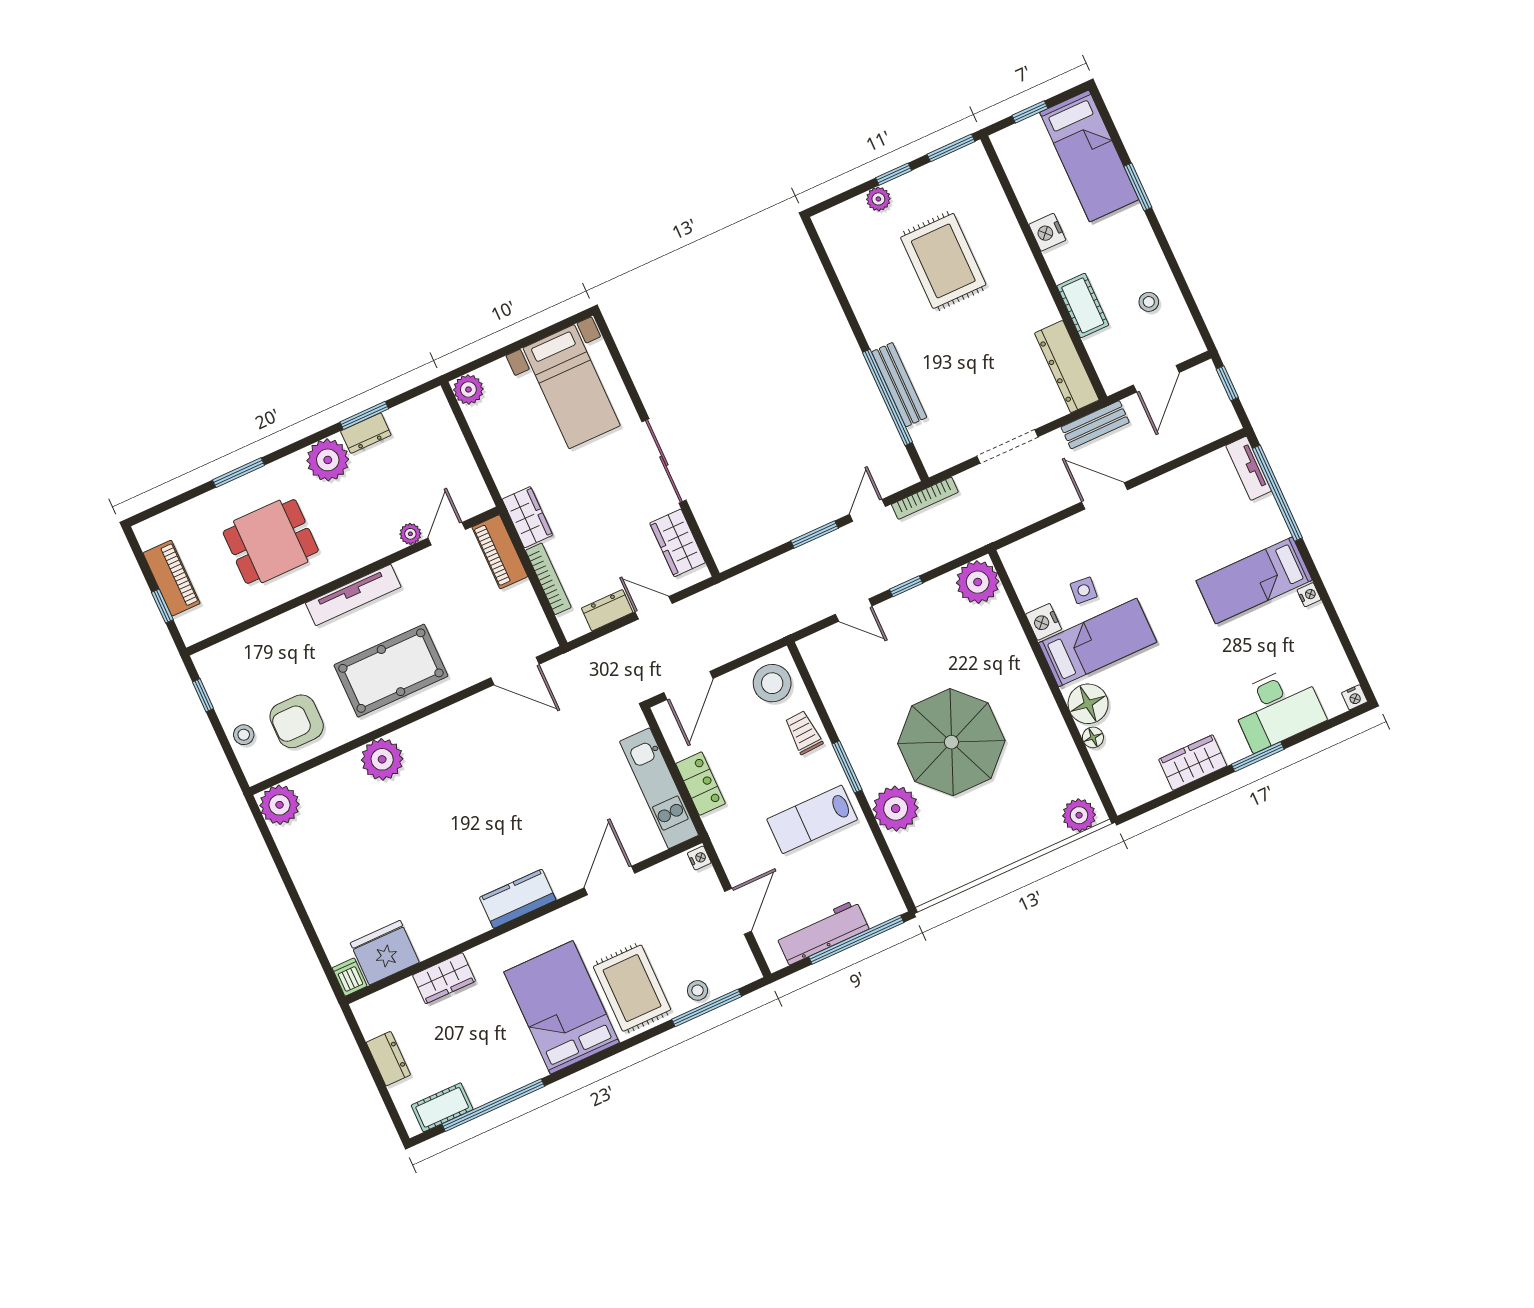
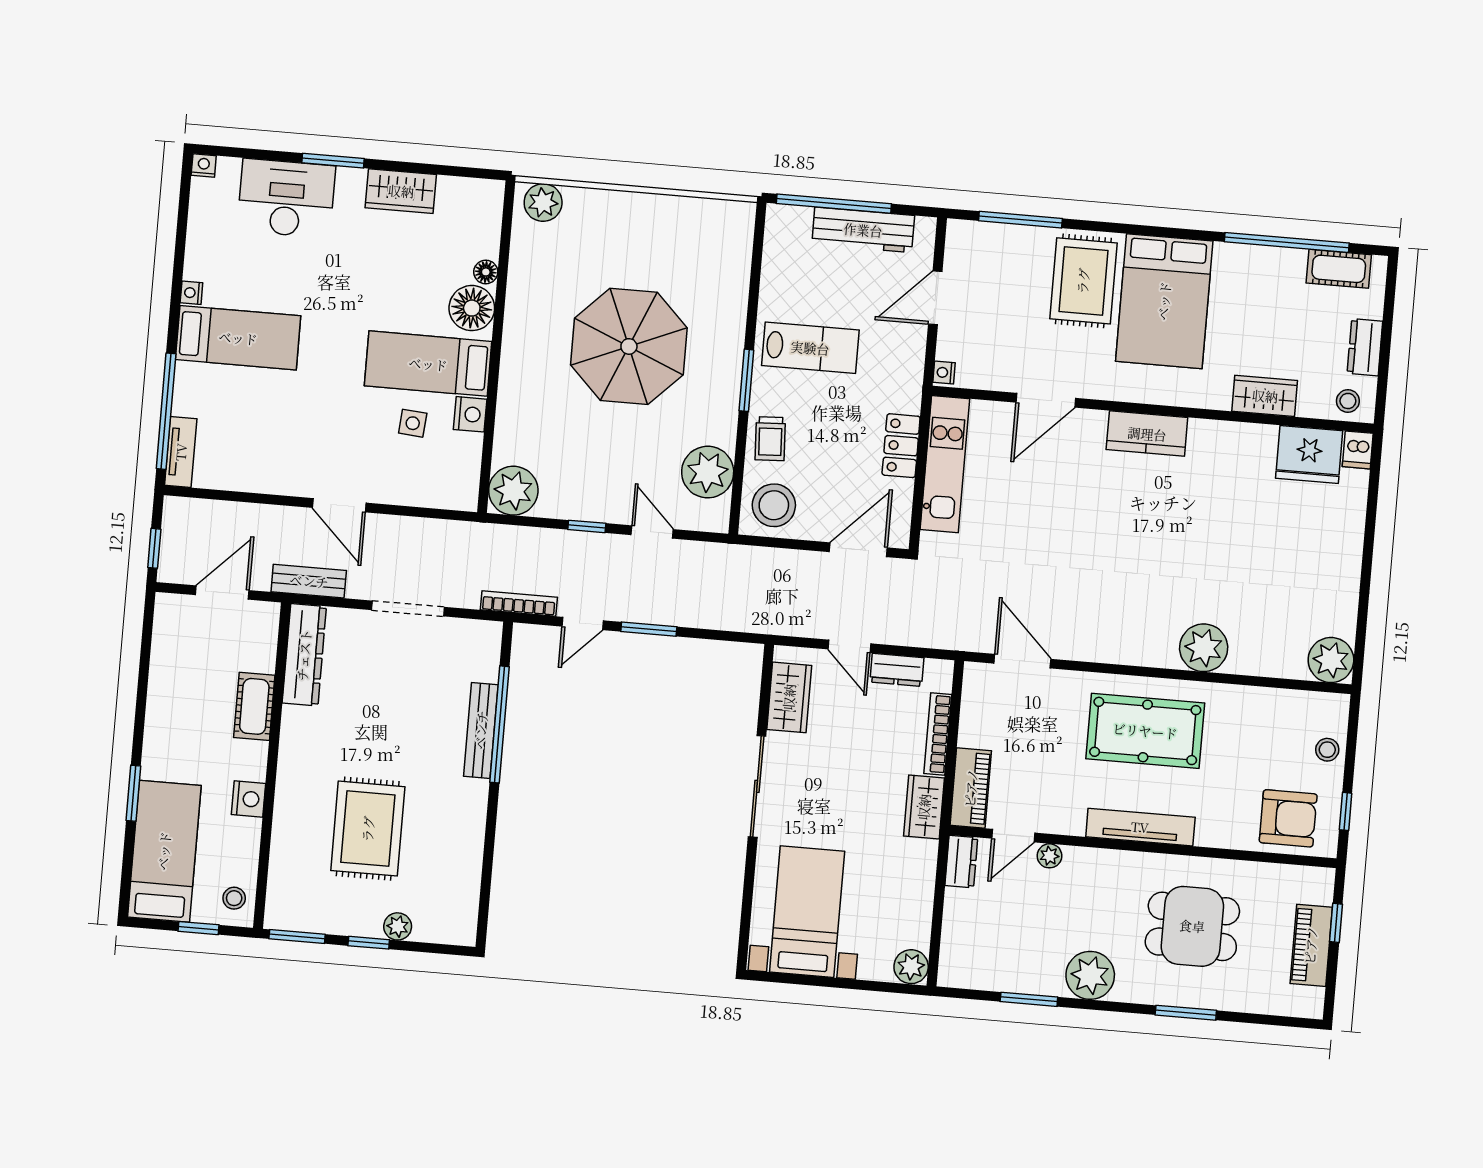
stool: (1149, 302) -> (234, 898), moved
dresser: (366, 433) -> (961, 862), moved, turned 90
armchair: (297, 721) -> (1288, 818), moved
plant: (896, 809) -> (708, 472), moved
stool: (698, 990) -> (1348, 401), moved

